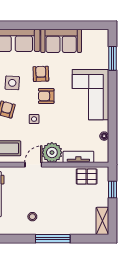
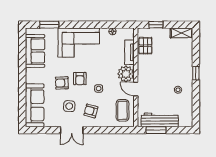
sofa: (61, 41) -> (35, 51), moved
window: (53, 239) -> (196, 73), width x0.46

